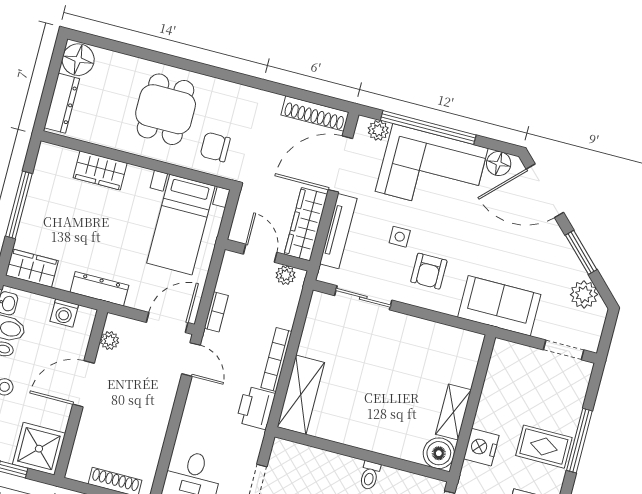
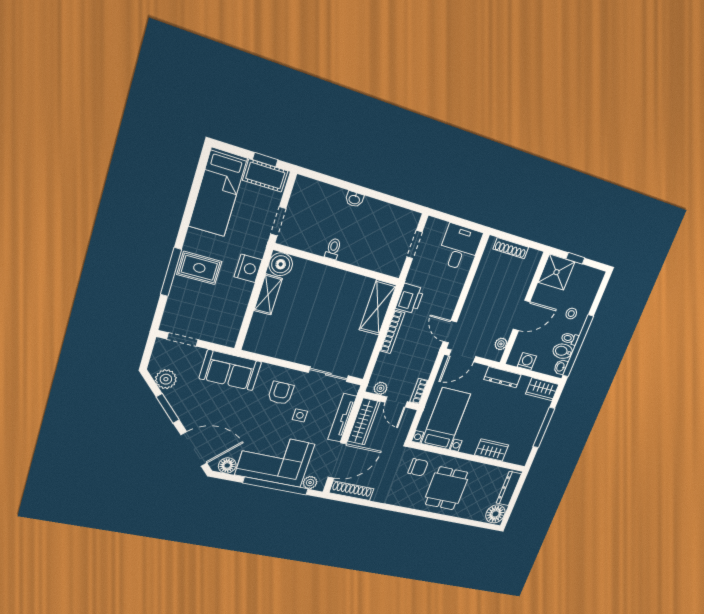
bookcase: (216, 312) -> (419, 391), moved

